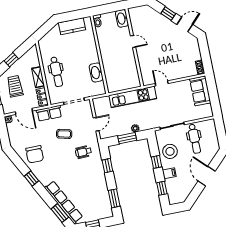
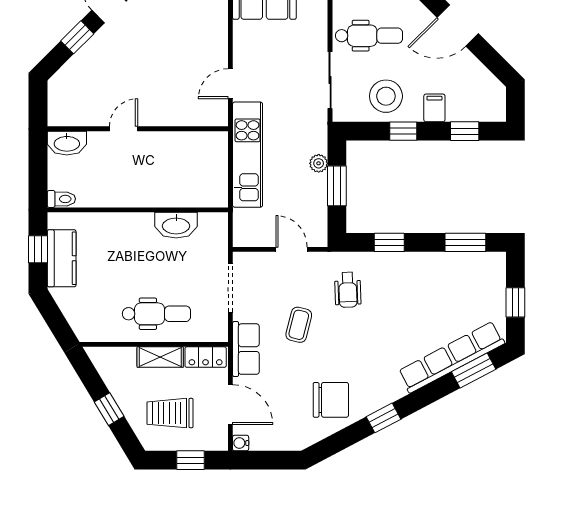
window: (74, 15) -> (38, 249), added
door: (24, 111) -> (230, 405), hinge flipped

